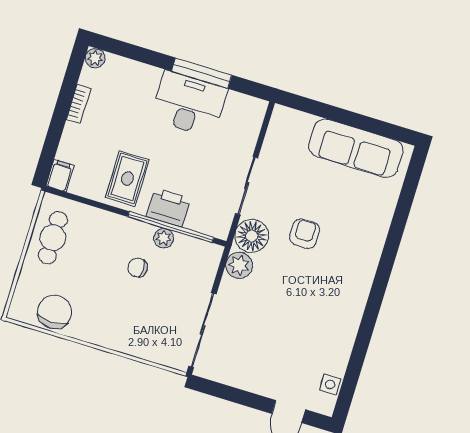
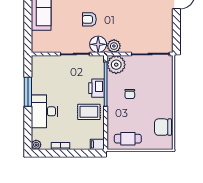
desk: (189, 104) -> (44, 111), moved
plant: (164, 238) -> (116, 65), moved, width x1.87, depth x1.87

